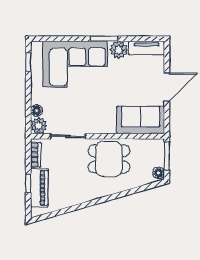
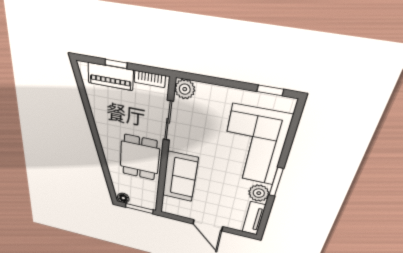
floor lamp: (37, 111) -> (204, 90), removed
sofa: (141, 120) -> (180, 177), moved

